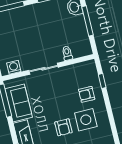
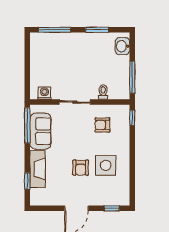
window: (87, 21) -> (132, 77), moved
window: (102, 81) -> (132, 118), moved
armchair: (87, 94) -> (102, 125), moved

